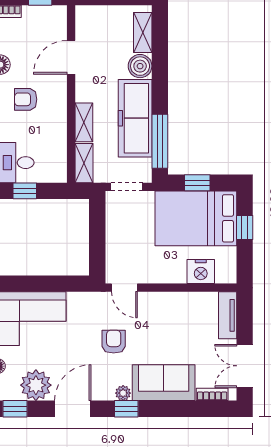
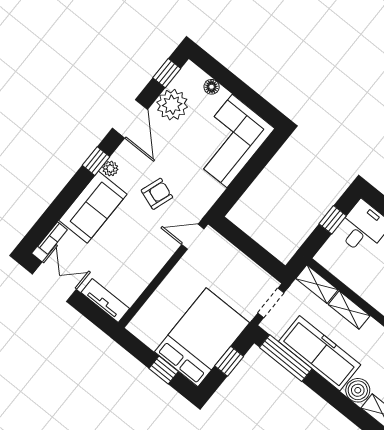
nightstand: (201, 272) -> (157, 307), removed
armchair: (114, 342) -> (157, 194), turned -71

